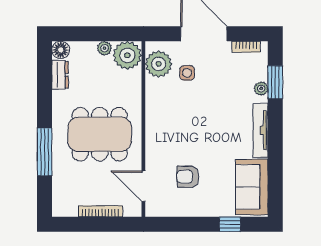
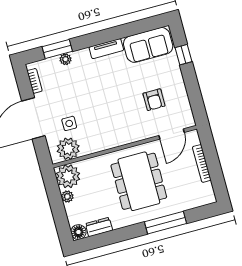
tv unit: (261, 130) -> (106, 49), width x0.71

